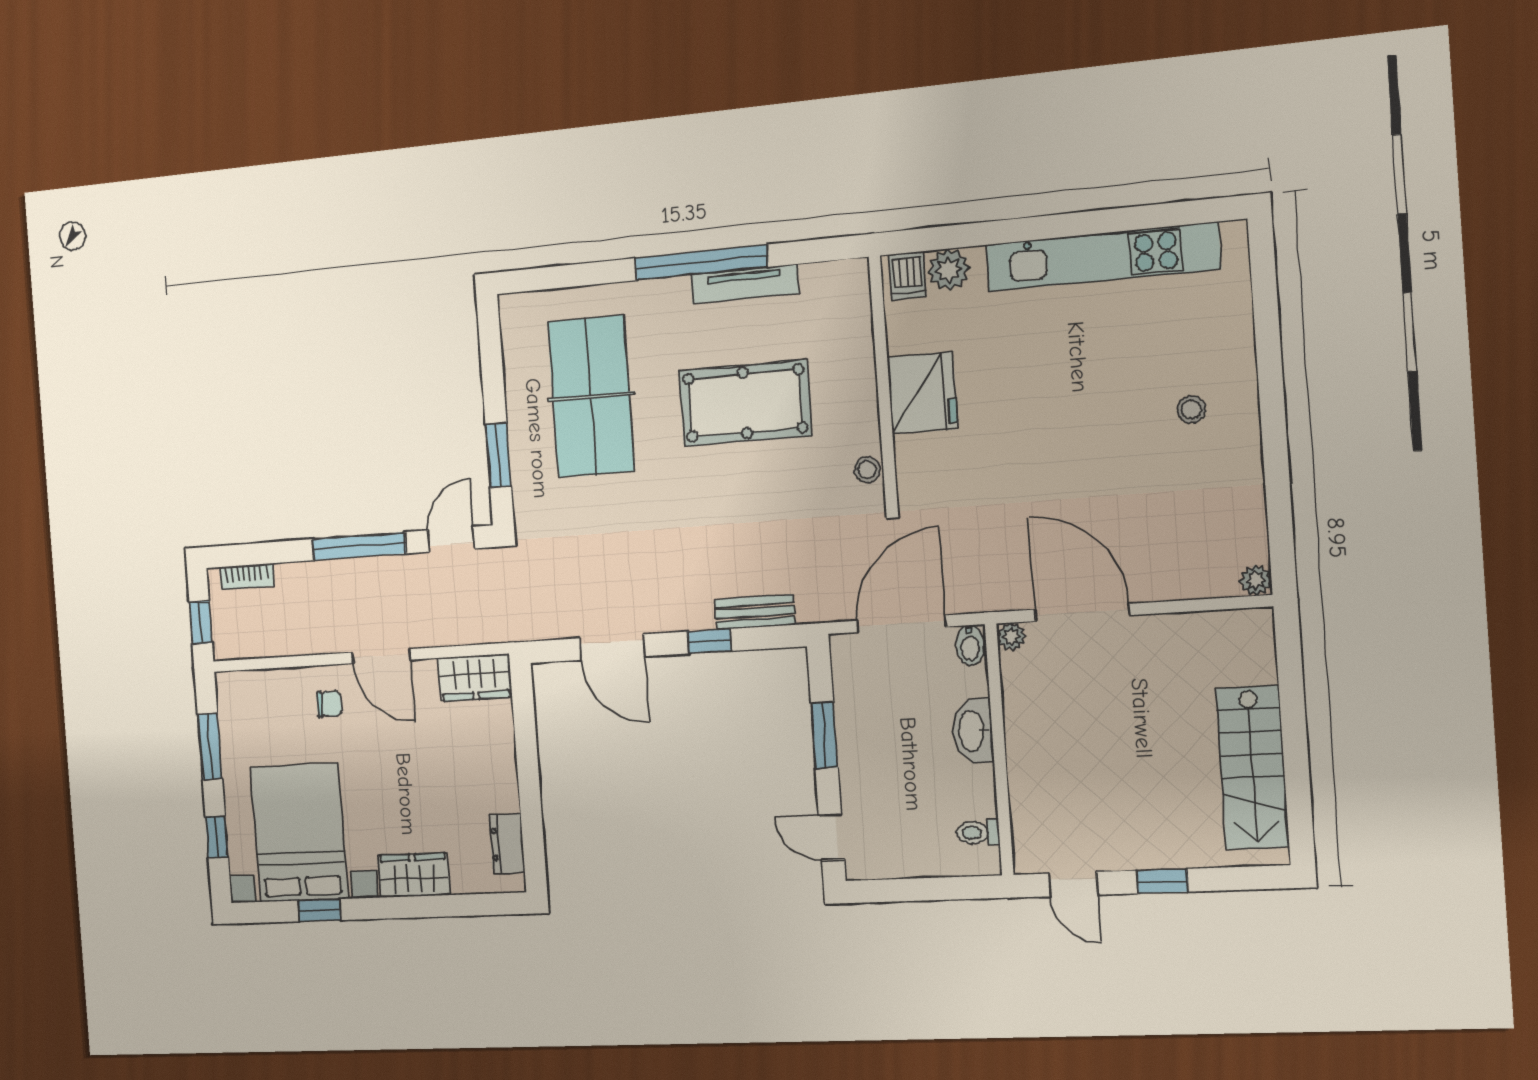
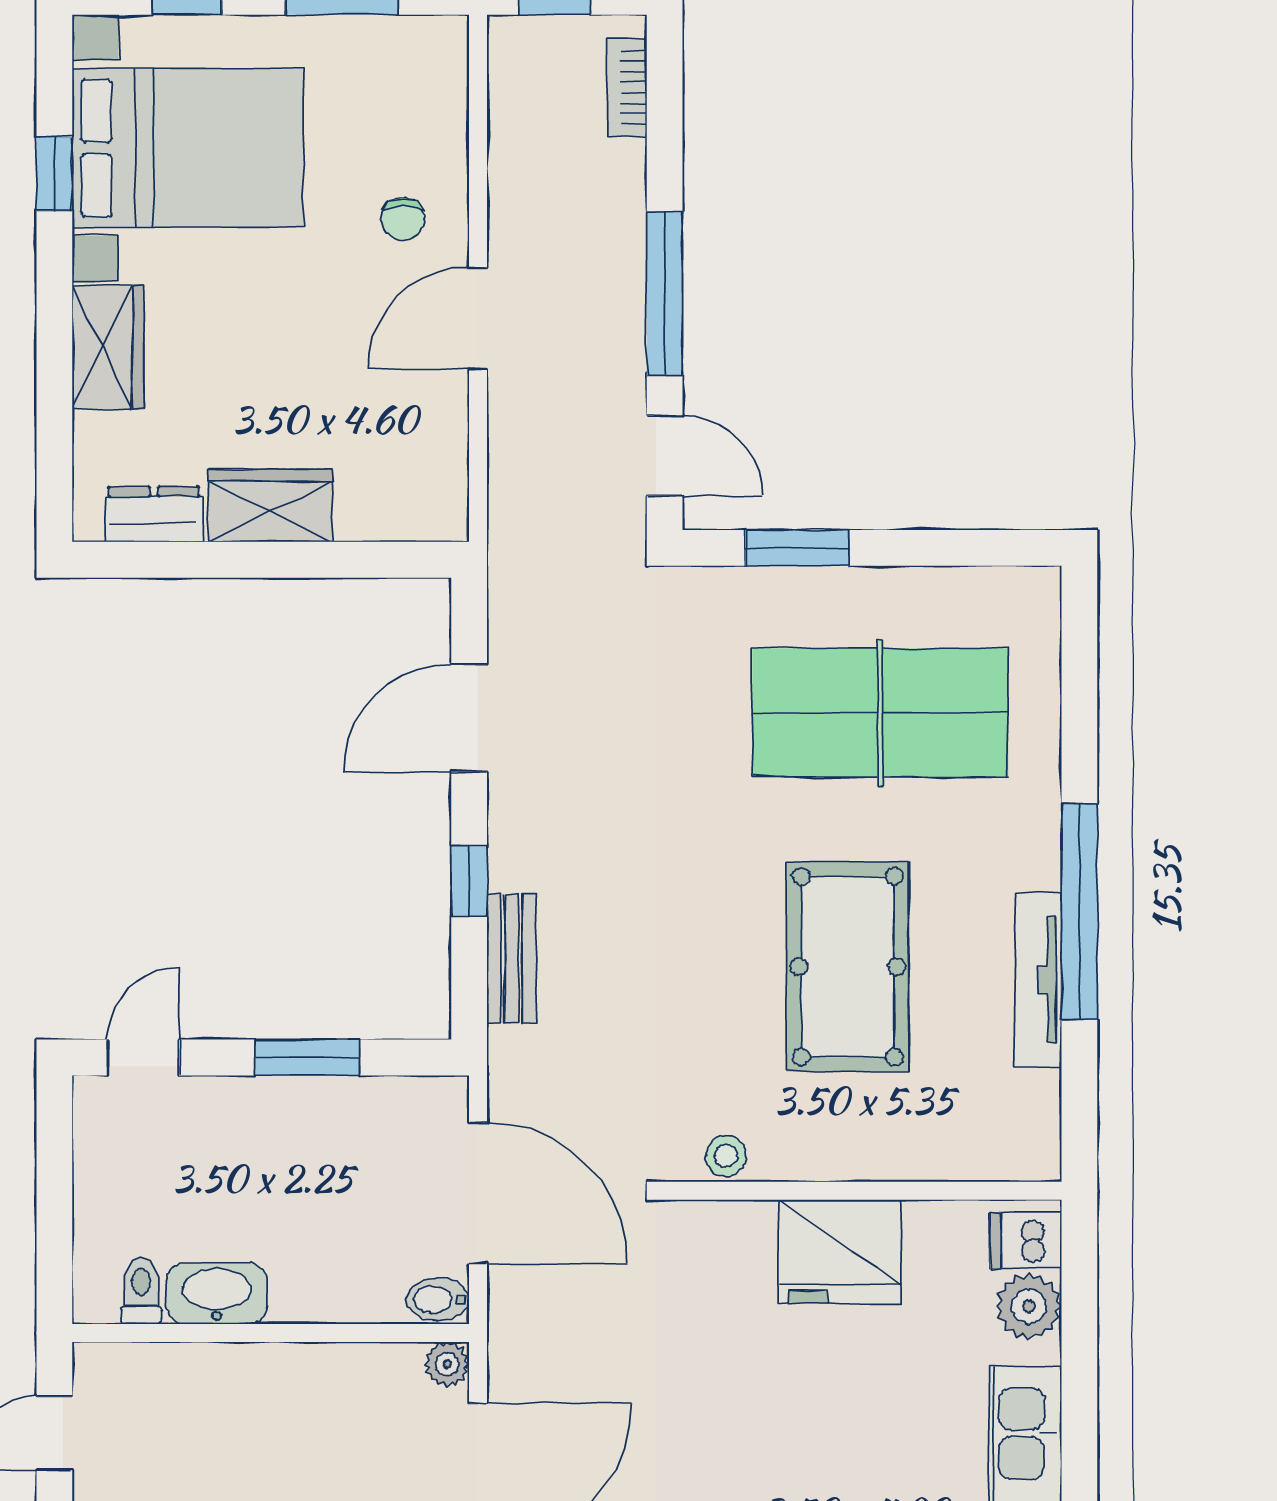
wardrobe: (475, 677) -> (270, 506), moved, turned 90
washbasin: (972, 731) -> (217, 1293), moved

